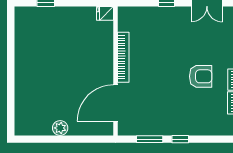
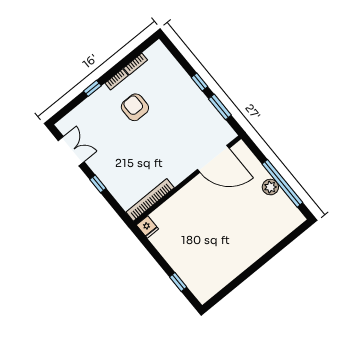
bookcase: (123, 57) -> (150, 200), moved
window: (56, 139) -> (282, 183), added

